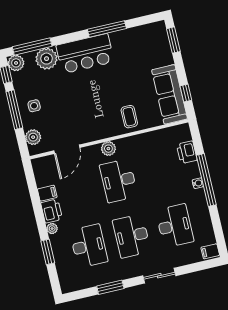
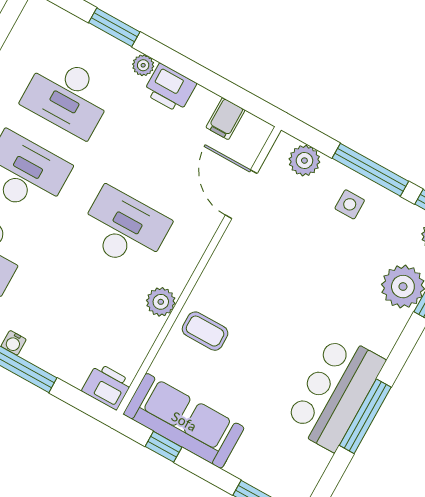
bar counter: (85, 54) -> (335, 392), moved
plant: (108, 149) -> (161, 302), moved
printer: (187, 152) -> (107, 386), moved
filing cabinet: (47, 193) -> (225, 119), moved

